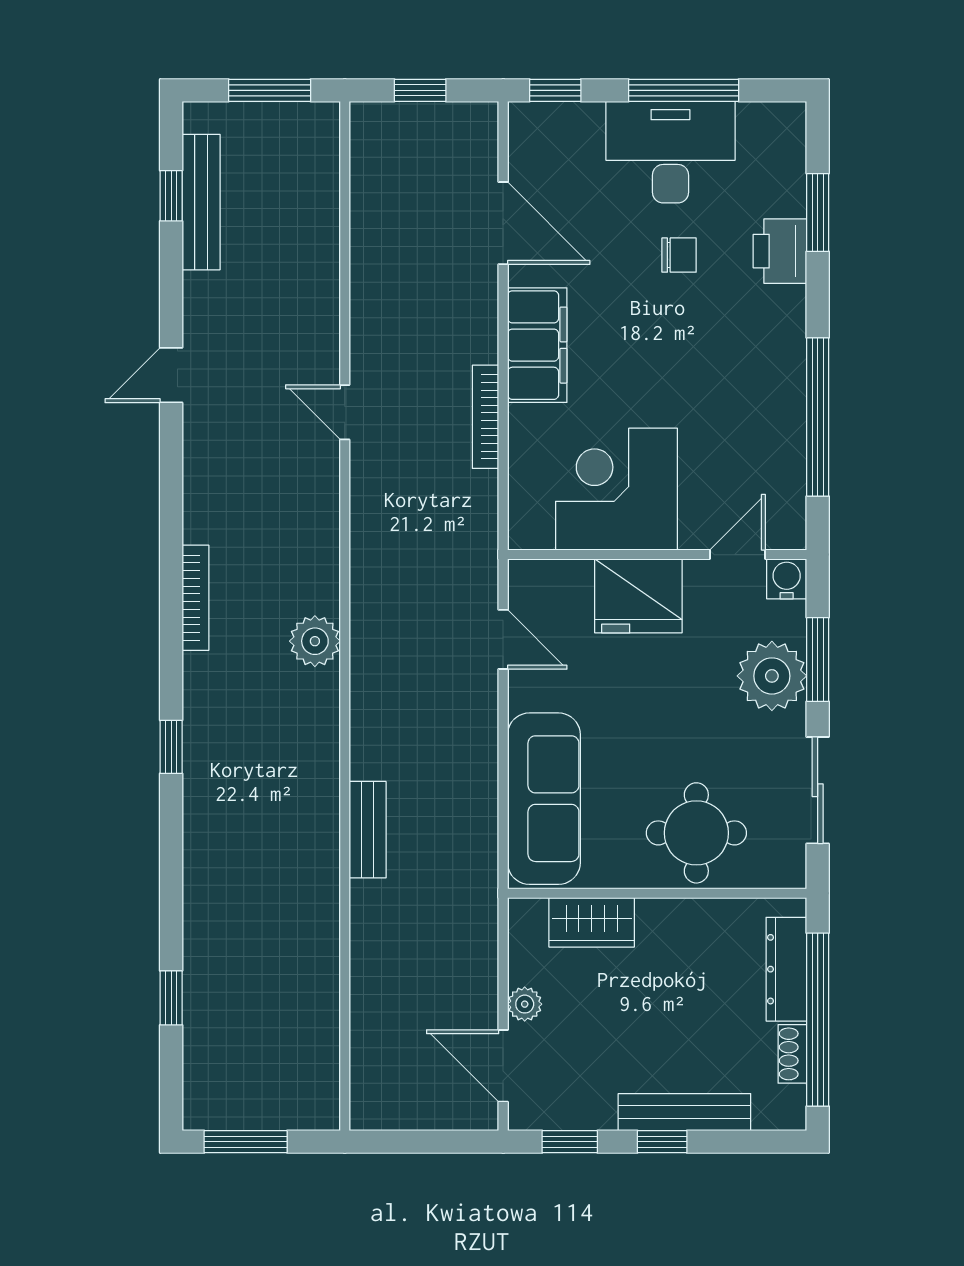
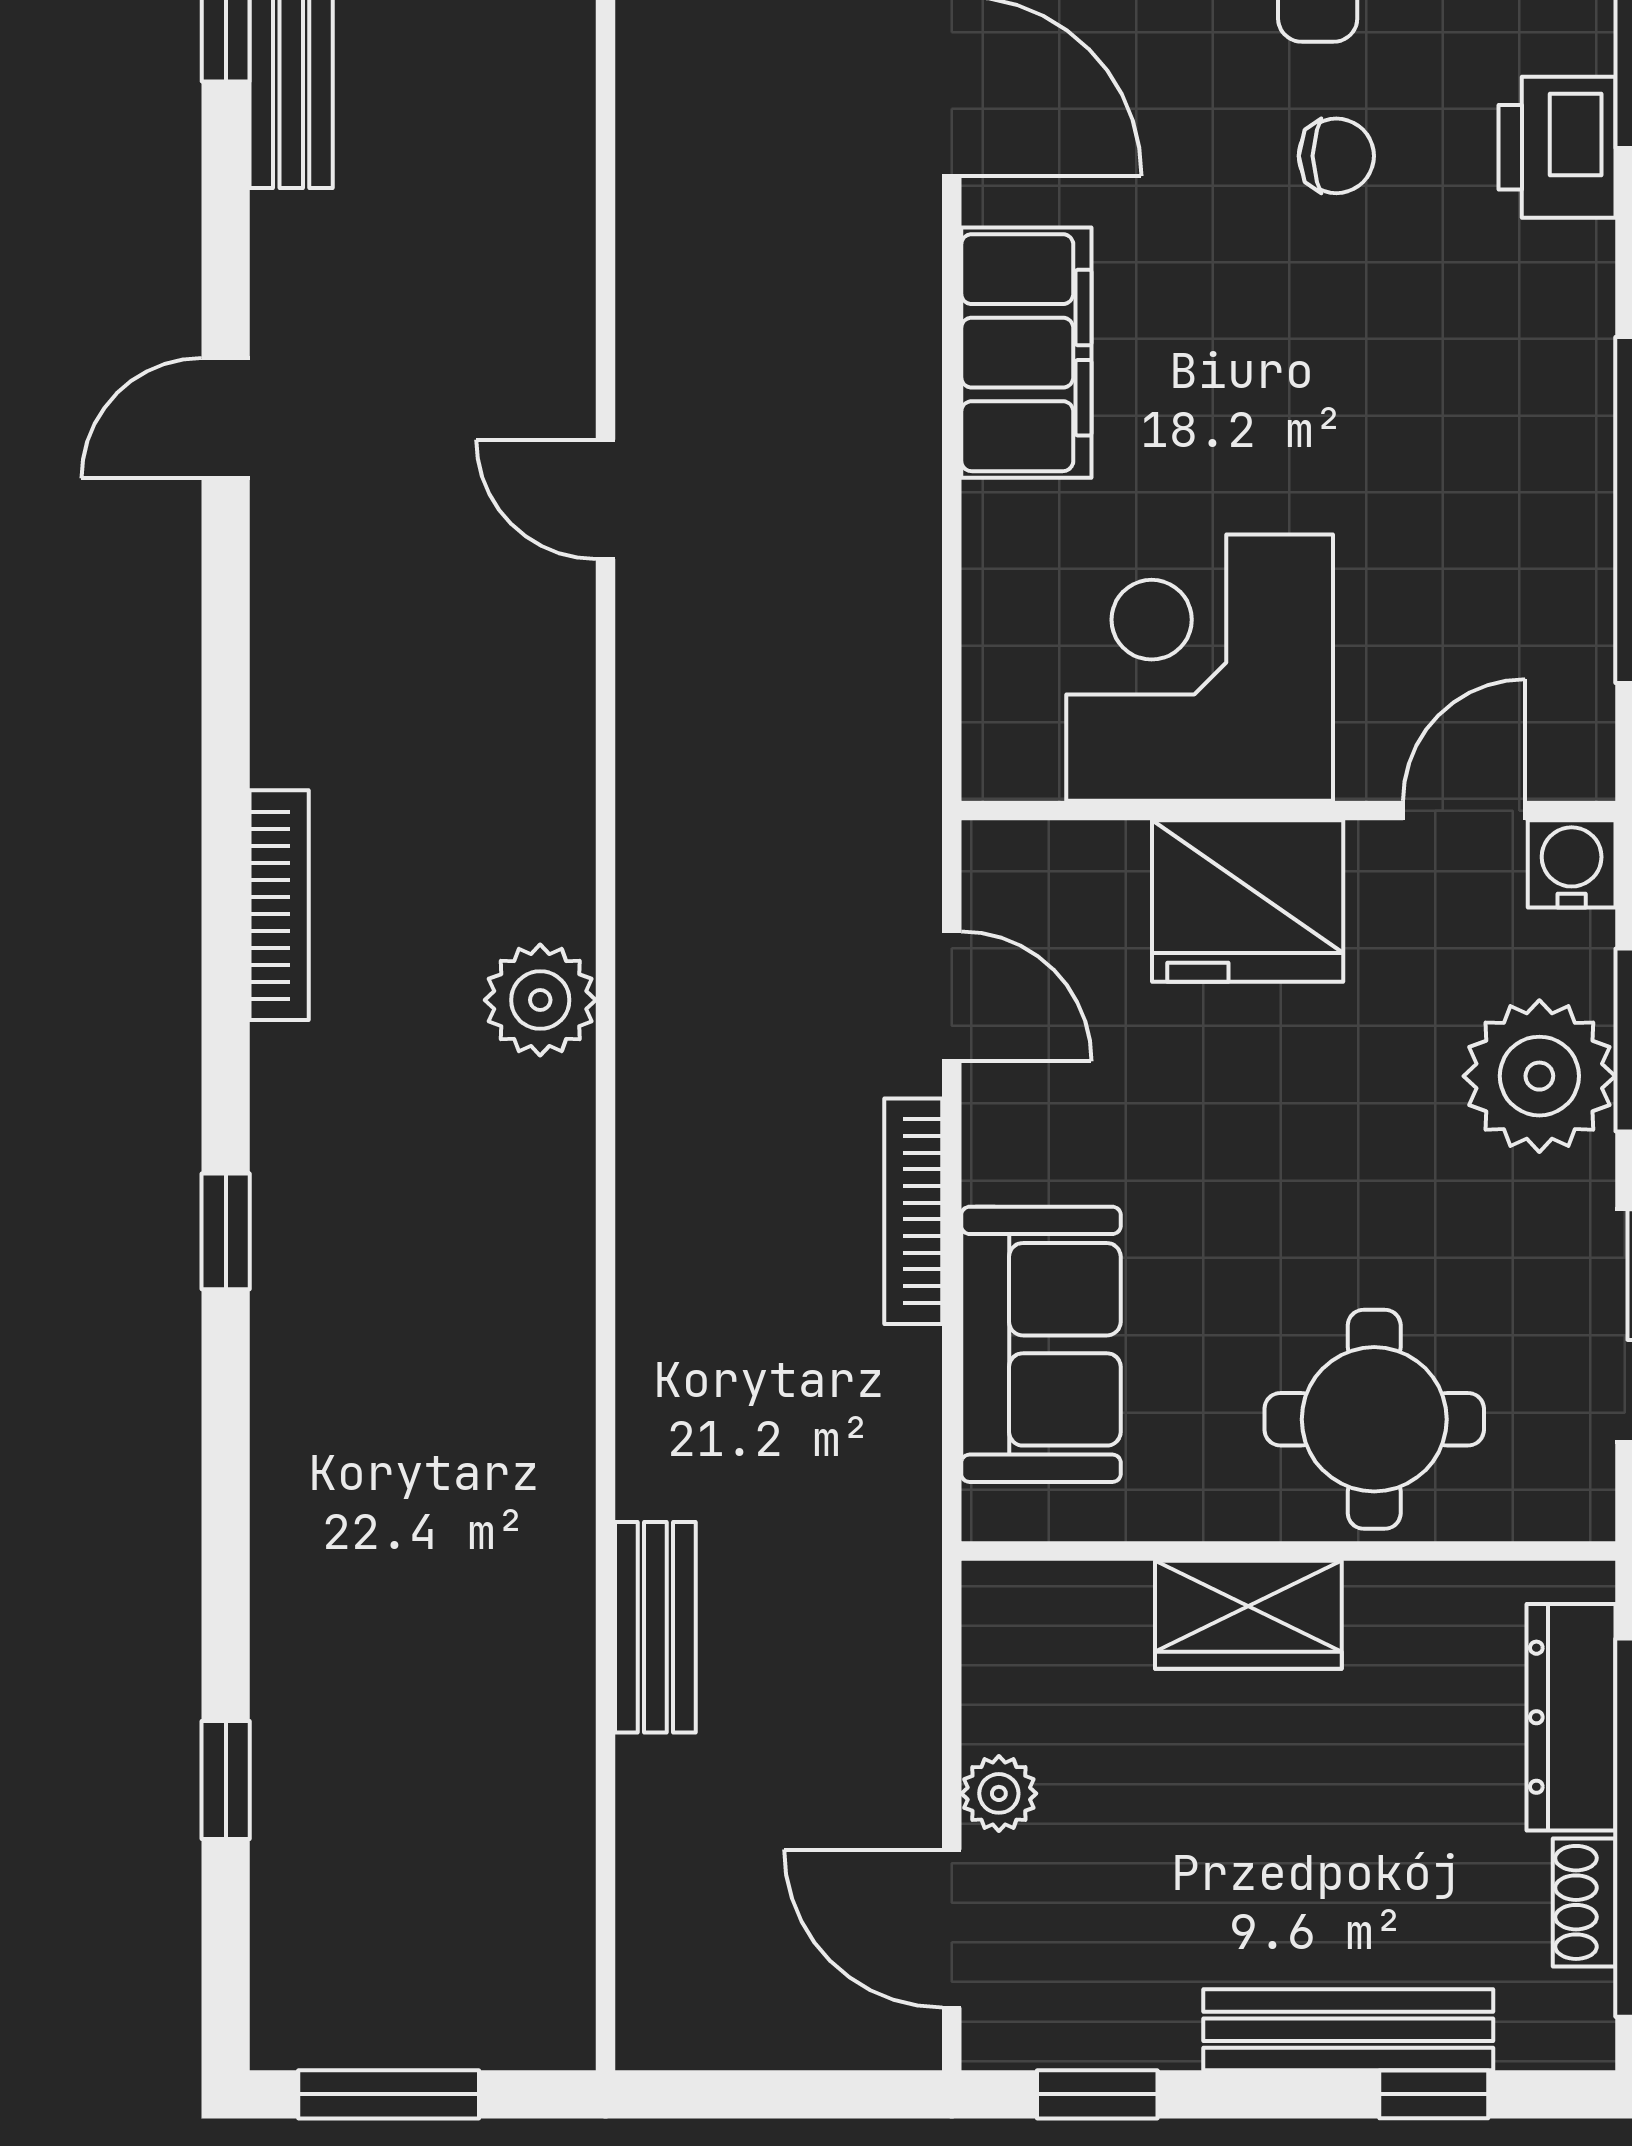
bookcase: (486, 417) -> (913, 1211), moved
sofa: (544, 799) -> (1041, 1344), width x0.73
bench: (368, 830) -> (655, 1627), moved
wardrobe: (592, 922) -> (1248, 1615), moved
window: (662, 1142) -> (1434, 2094), moved

